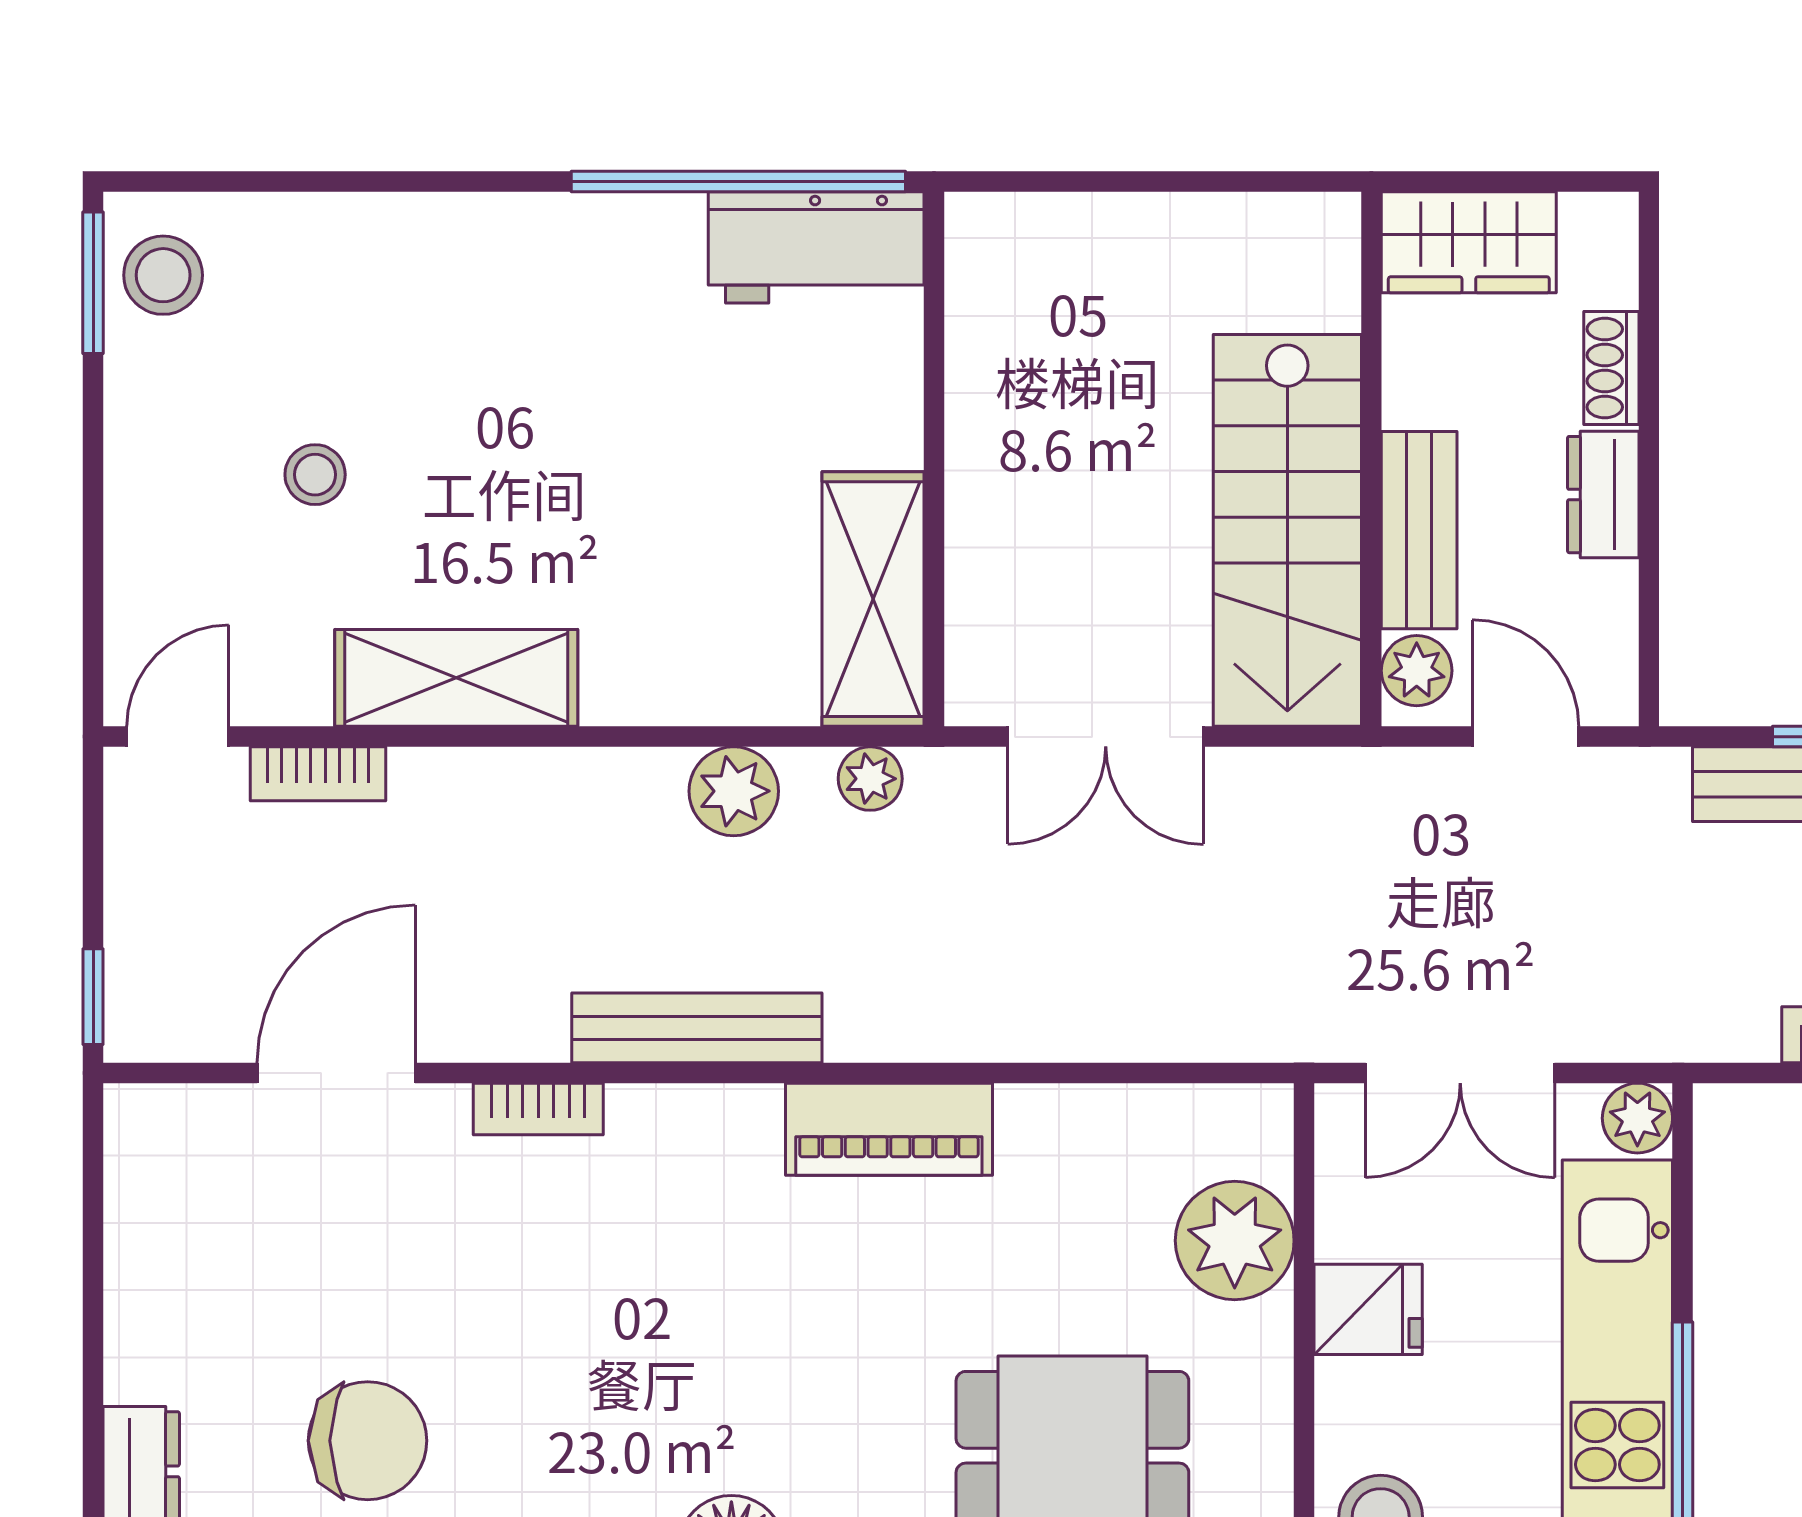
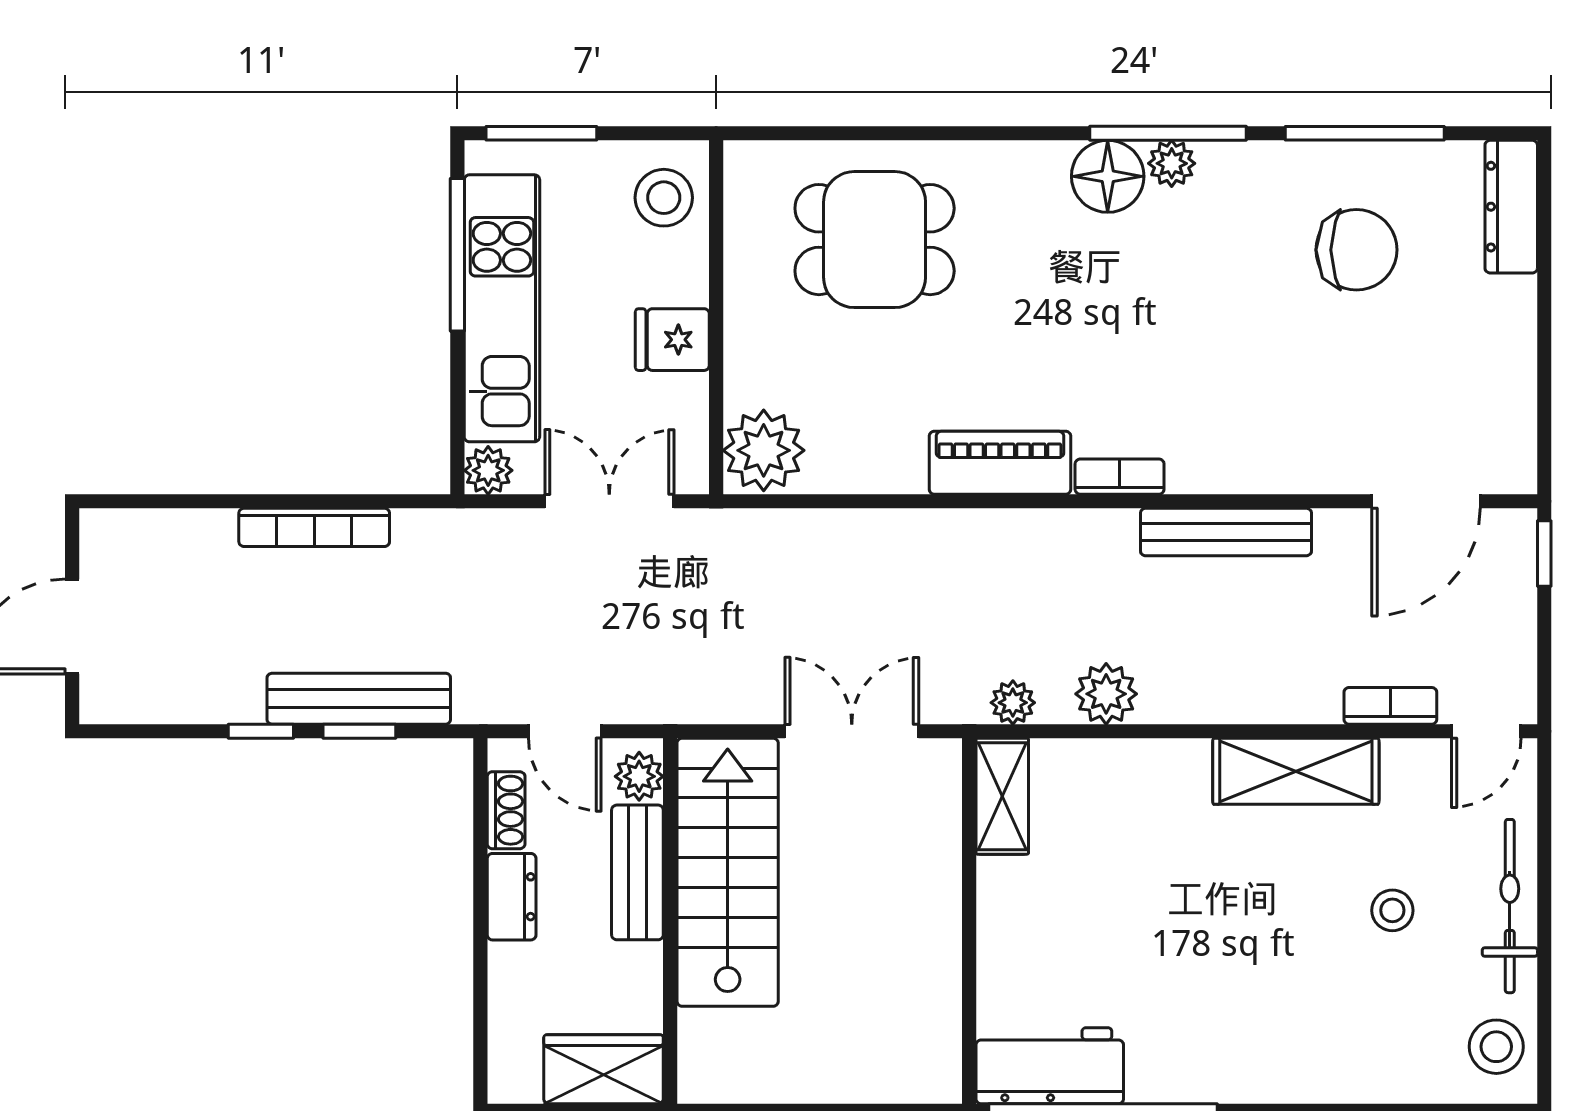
window: (93, 283) -> (1544, 1042), removed
shoe rack: (1611, 368) -> (506, 810), moved
bicycle: (143, 481) -> (1510, 906), added
shelving: (873, 599) -> (1002, 796), width x0.67, depth x0.75
bench: (697, 1028) -> (1226, 532), moved
door: (336, 1073) -> (1426, 501), moved
bookcase: (538, 1109) -> (1120, 477), moved
plant: (1235, 1241) -> (764, 450), moved
chair: (368, 1441) -> (1356, 250), turned 180

